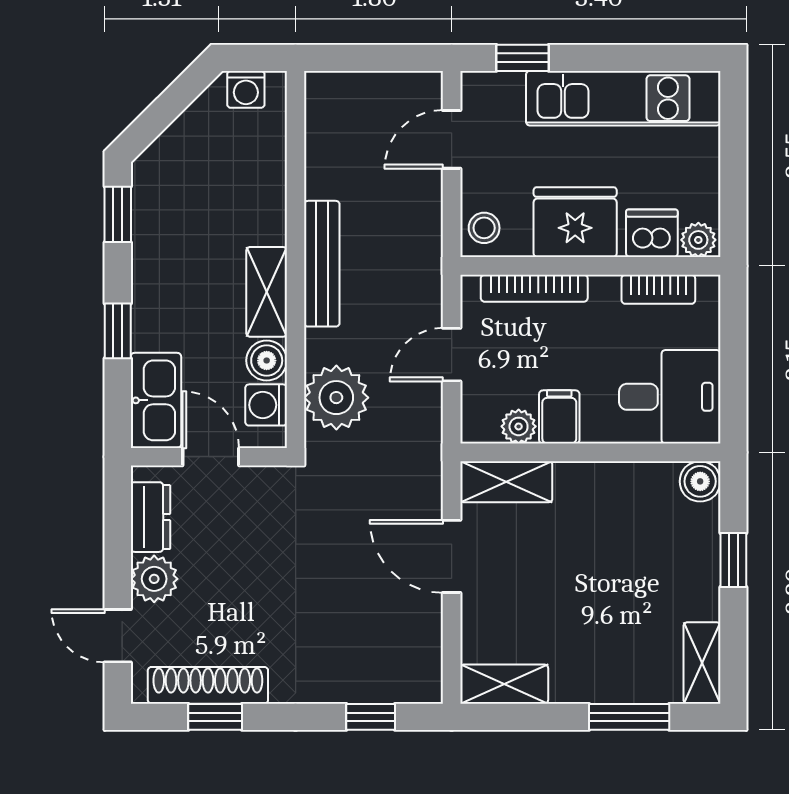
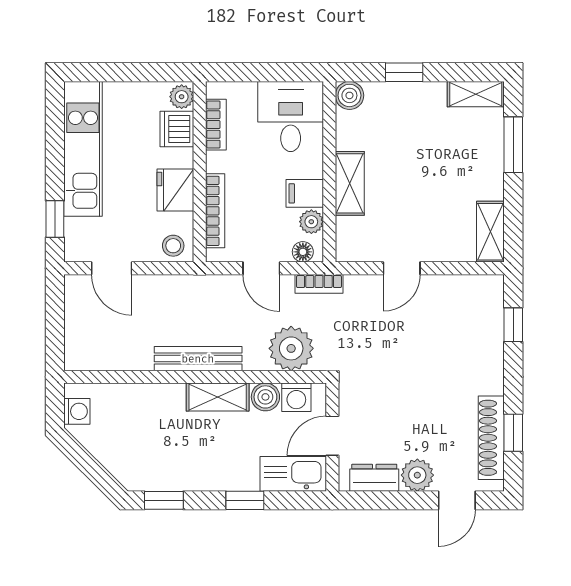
fridge: (575, 222) -> (175, 190), width x0.73, depth x0.75
floor lamp: (475, 414) -> (303, 252), added
bookcase: (429, 438) -> (319, 284), added
shelving: (506, 482) -> (350, 183), moved
door: (452, 556) -> (402, 268), width x0.73

